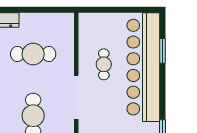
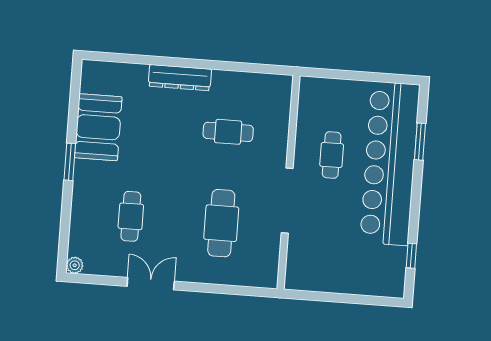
cafe table: (33, 54) -> (228, 132), width x0.73, depth x0.74

